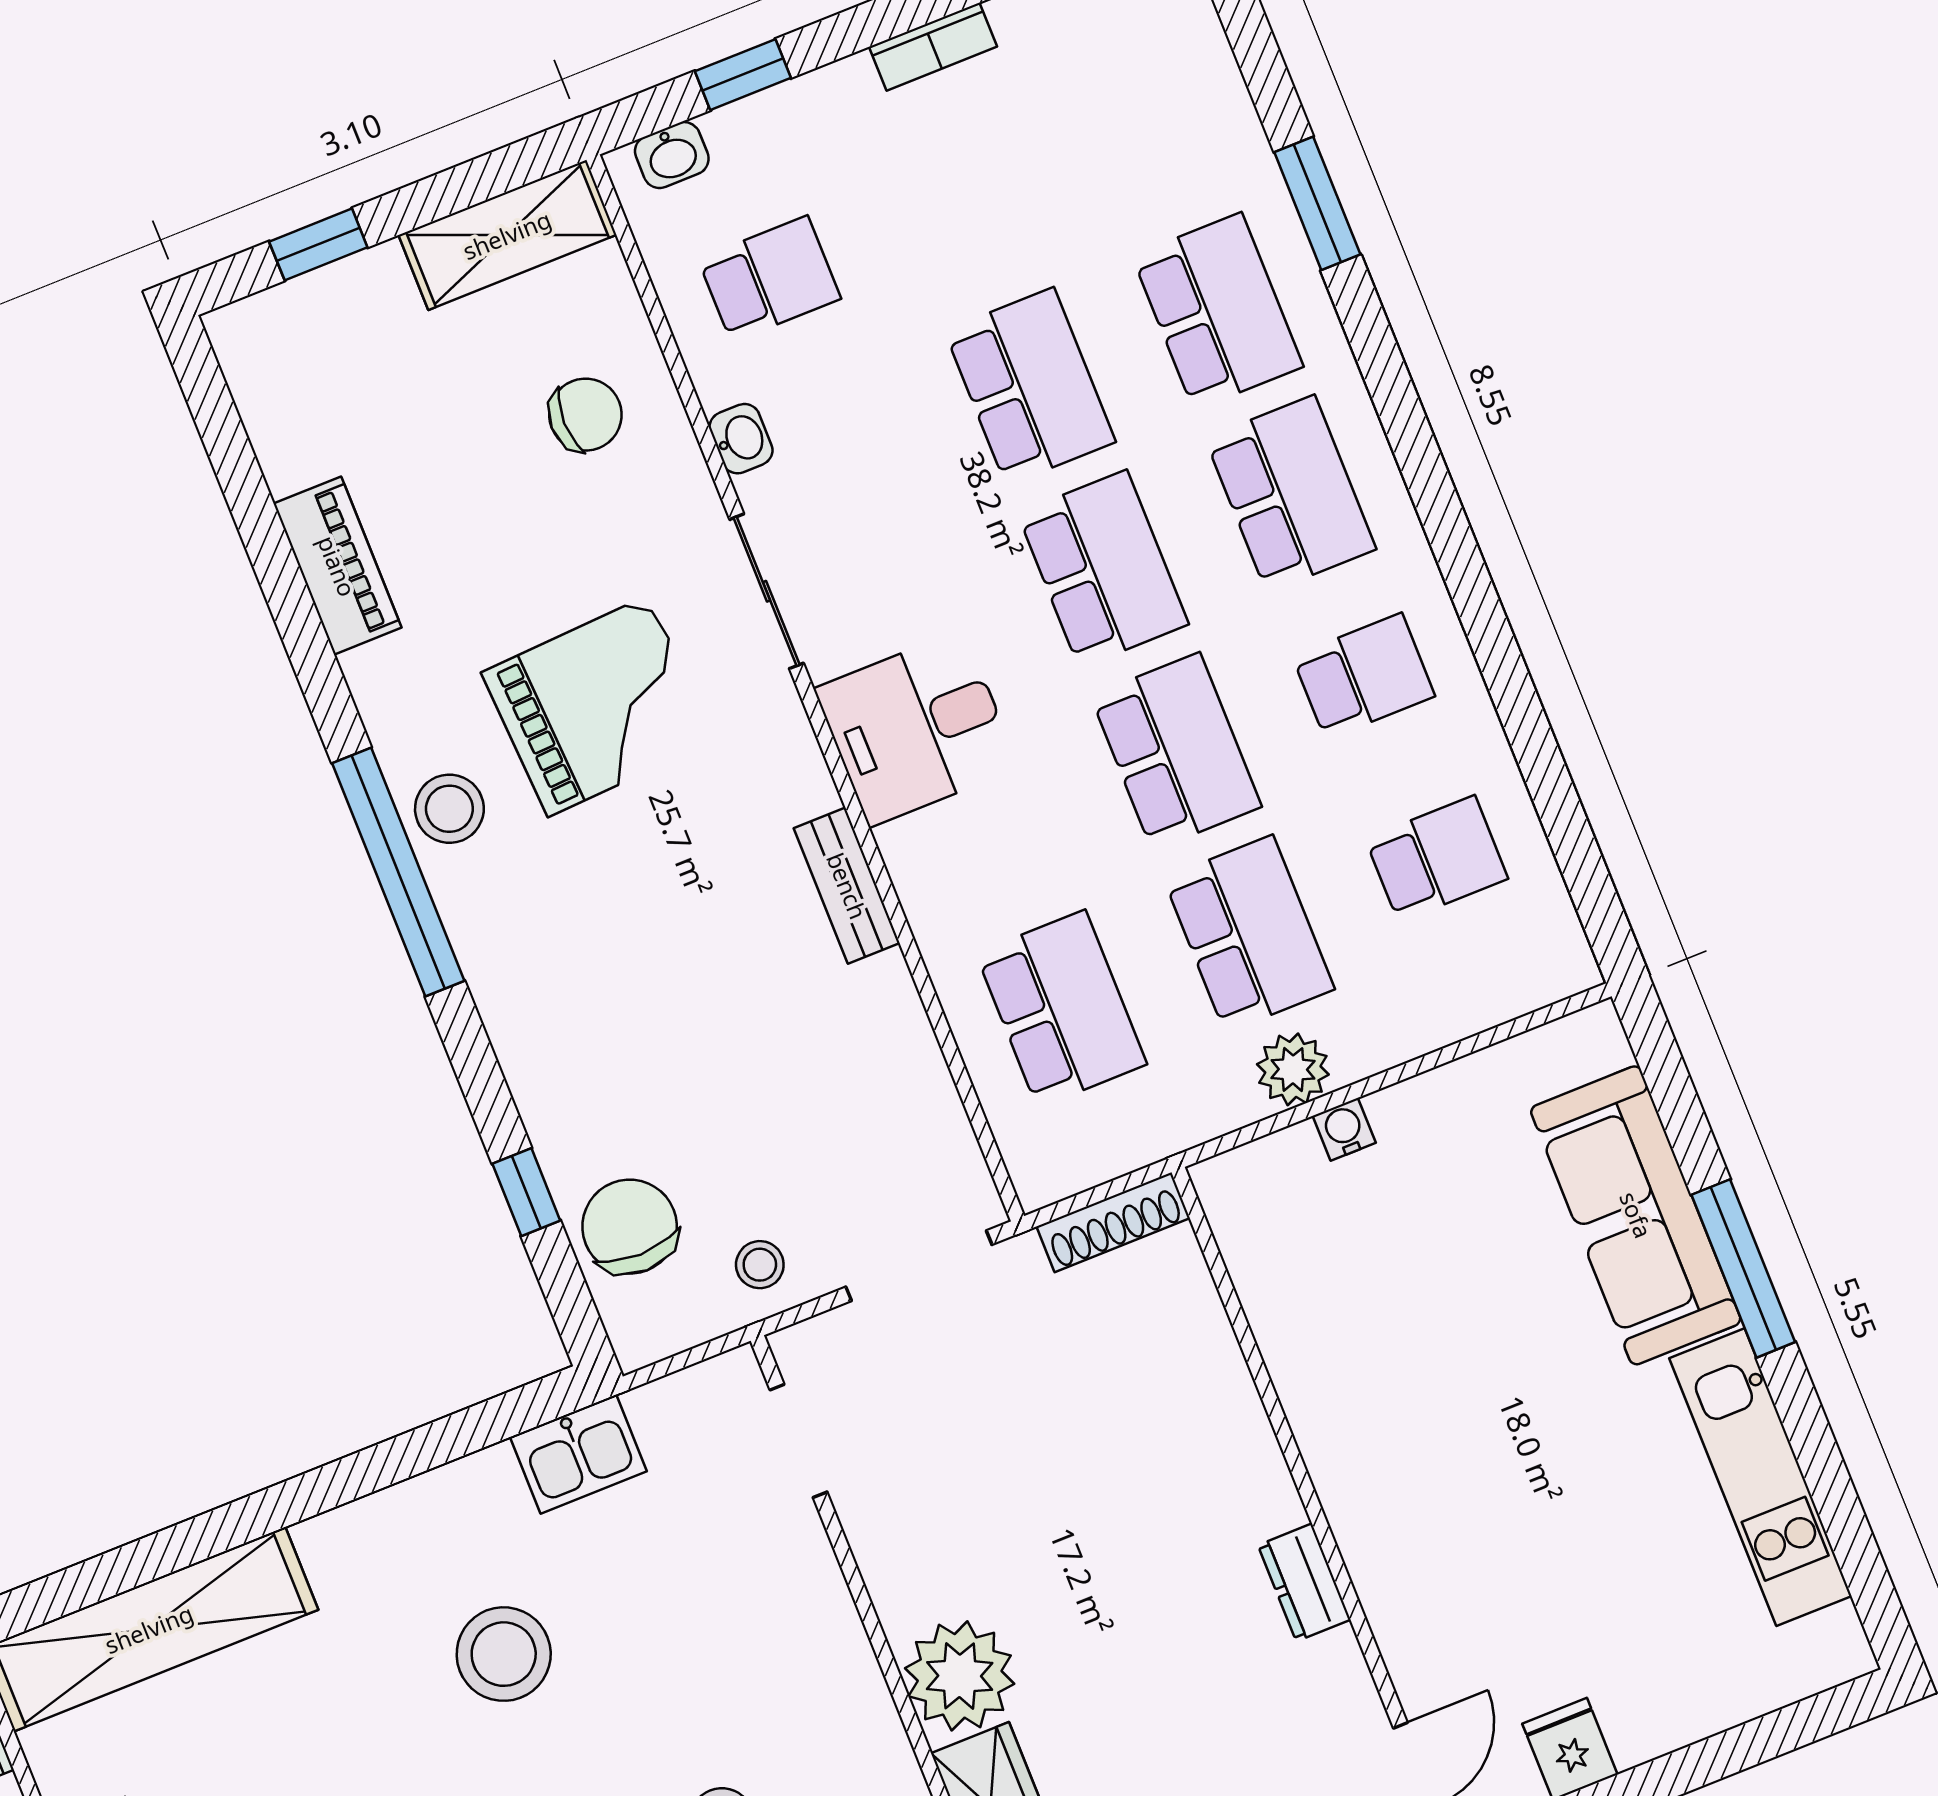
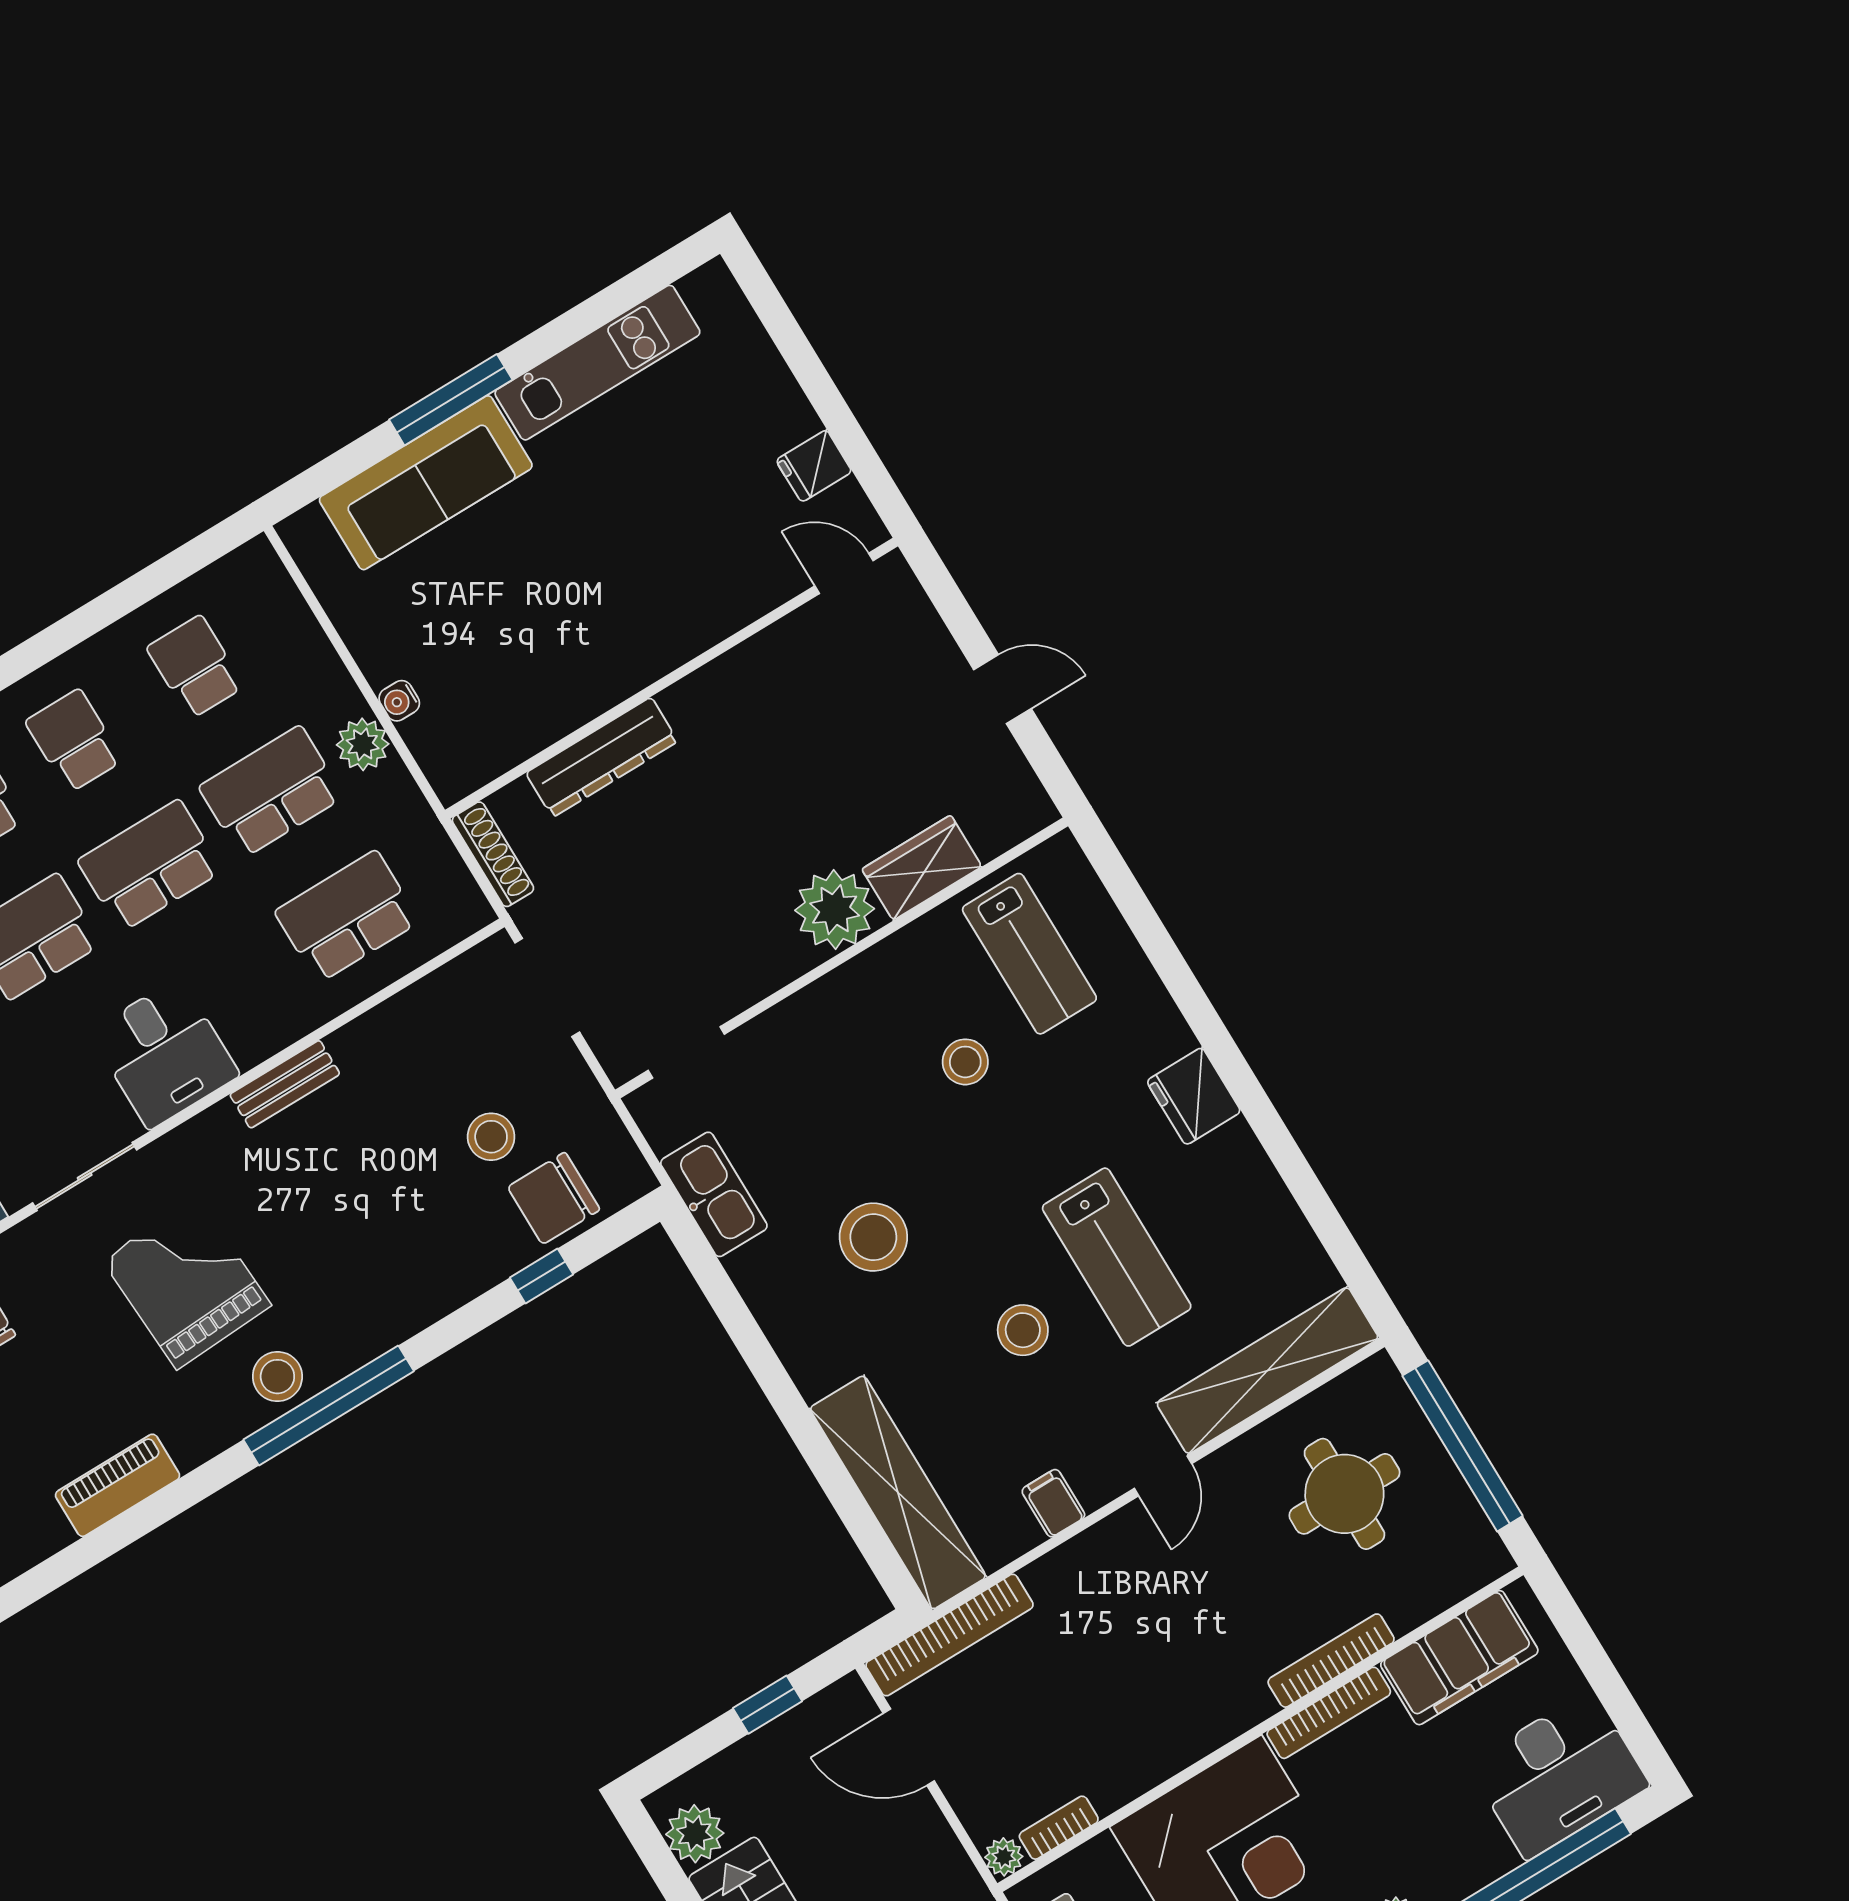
stool: (760, 1265) -> (491, 1137), moved, width x1.37, depth x1.37
kitchen sink: (578, 1454) -> (714, 1194), width x1.38
dresser: (1304, 1582) -> (602, 757), moved, width x1.96, depth x1.24

